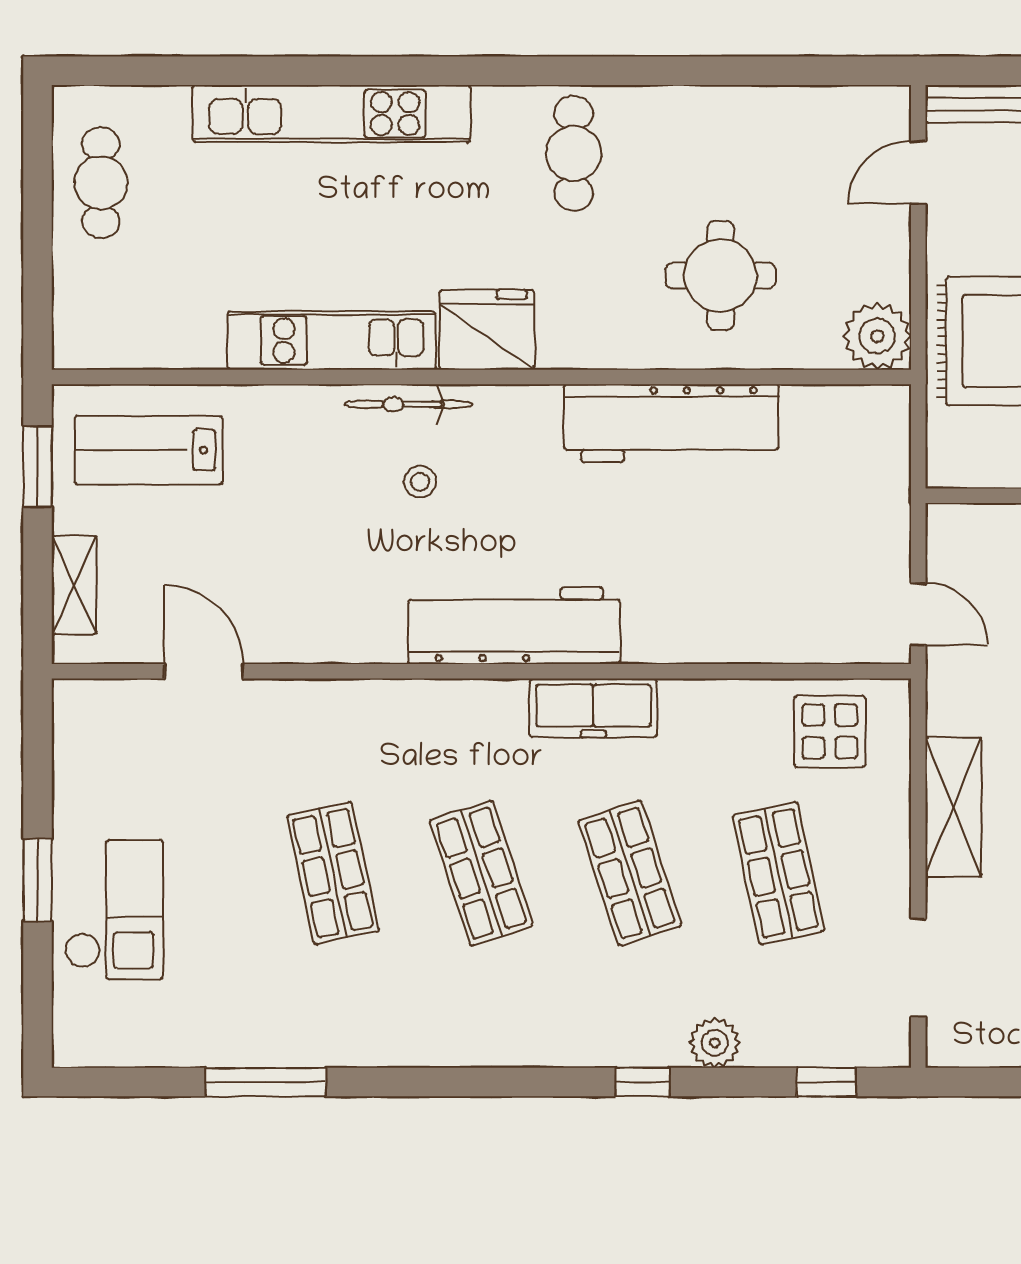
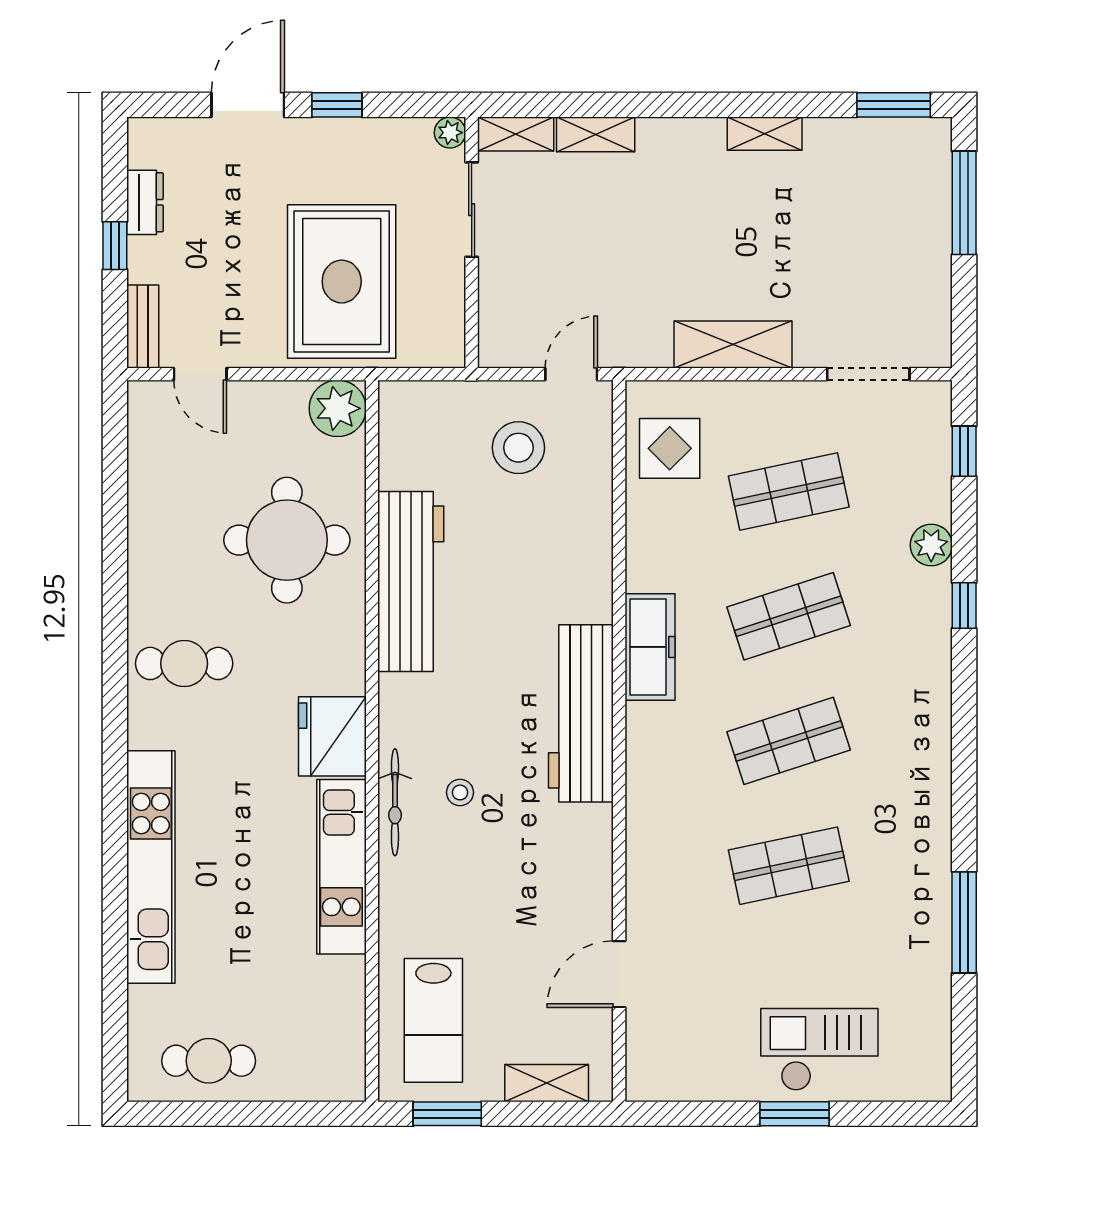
round table: (720, 276) -> (287, 540), width x1.36, depth x1.36
stool: (831, 551) -> (518, 448), added

